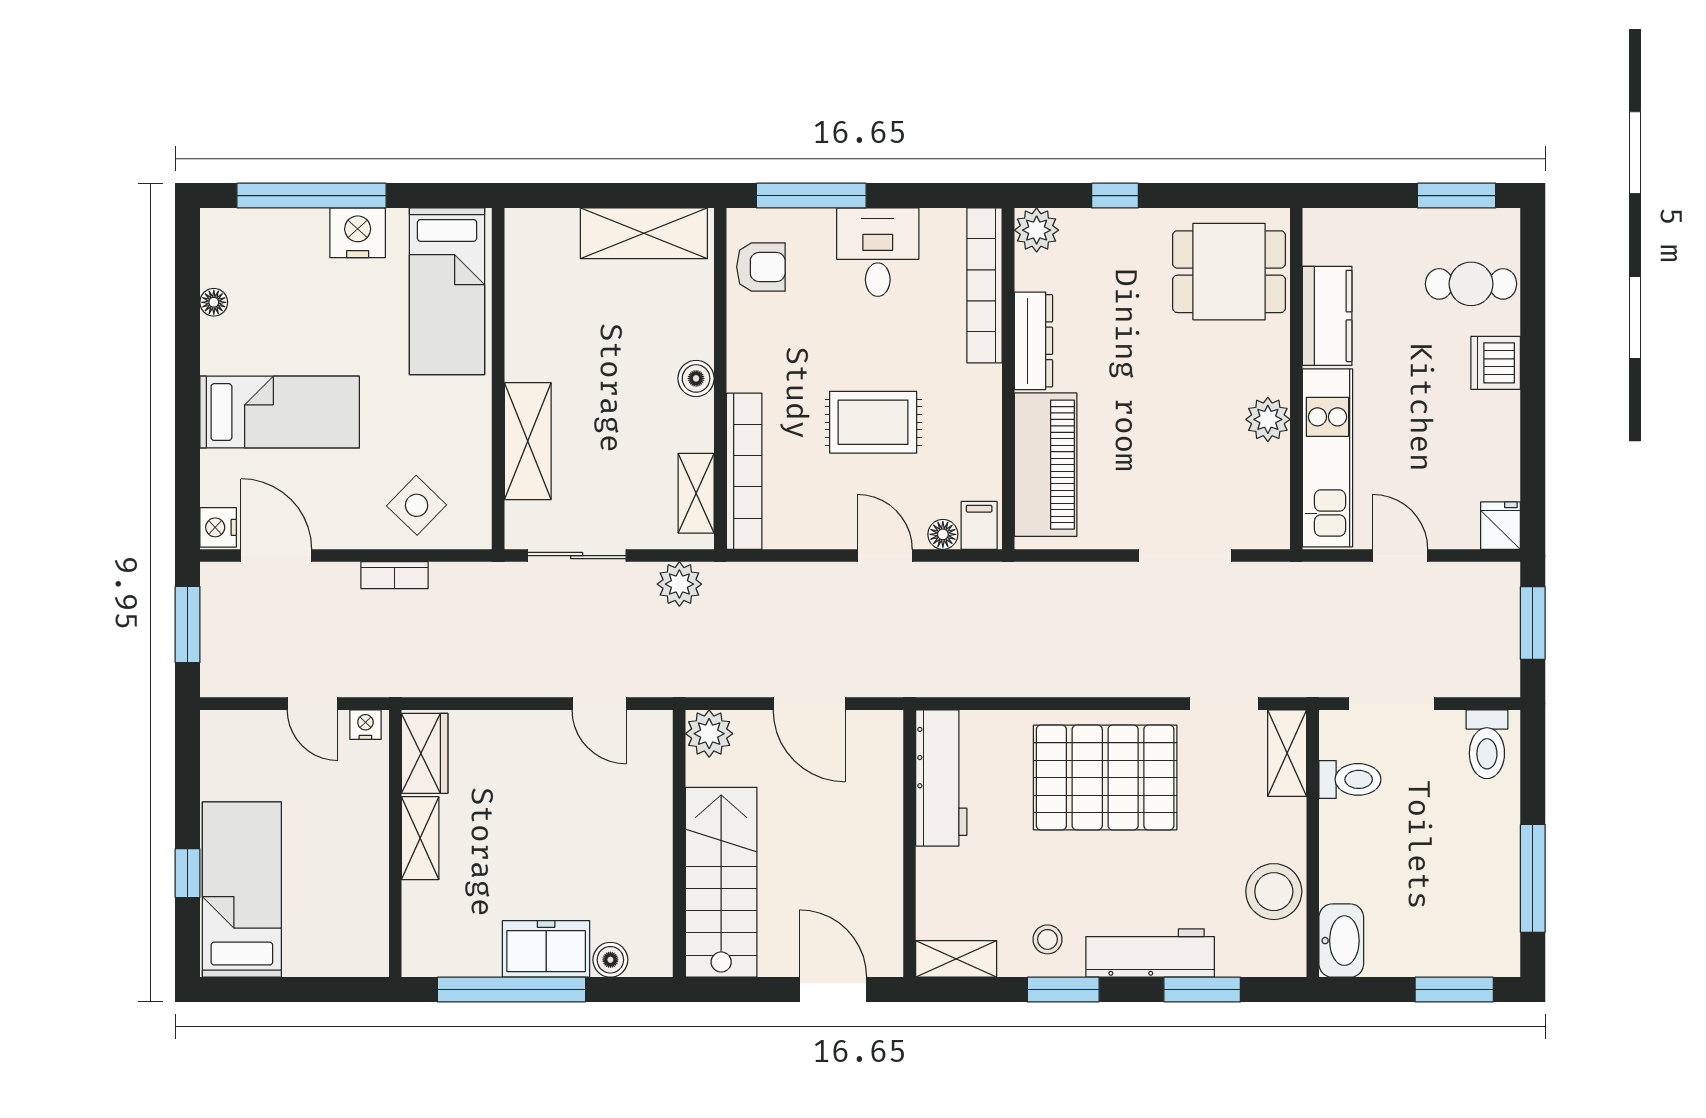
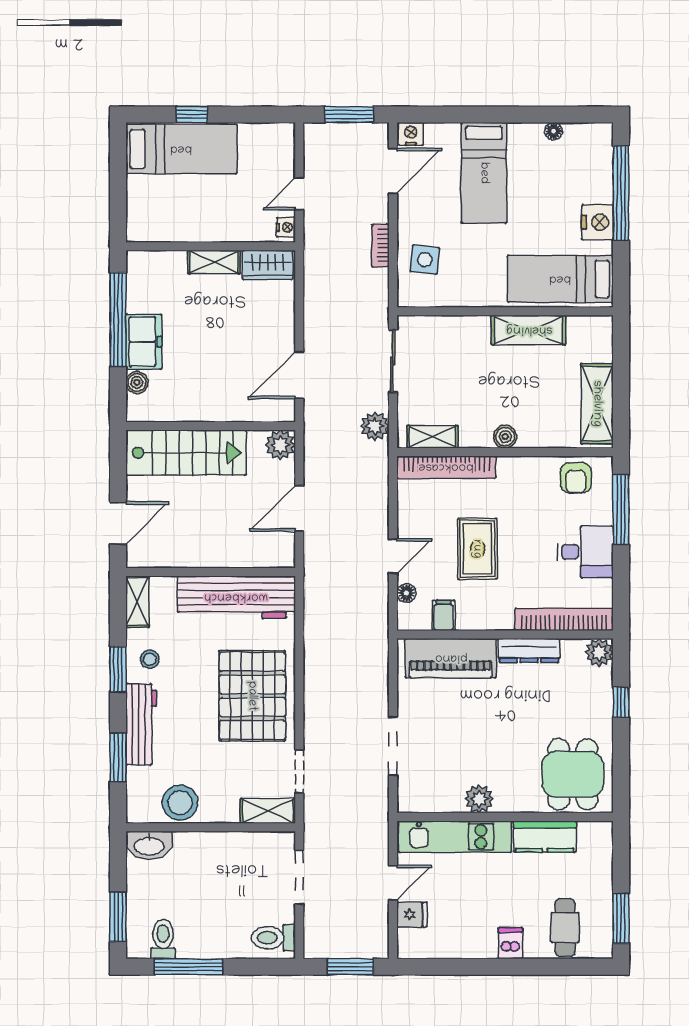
dishwasher: (1496, 363) -> (510, 943), width x0.73
shelving: (528, 441) -> (529, 330), moved
side table: (417, 505) -> (425, 260), turned -38
filing cabinet: (979, 525) -> (444, 615), moved, turned -90
fridge: (1501, 526) -> (412, 915), moved
door: (599, 704) -> (299, 375), width x1.38
workbench: (941, 778) -> (236, 597), width x1.36, depth x1.32
toilet: (1350, 779) -> (163, 939), moved, turned 180

